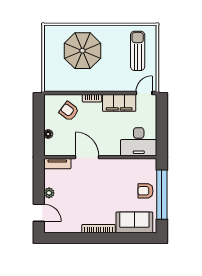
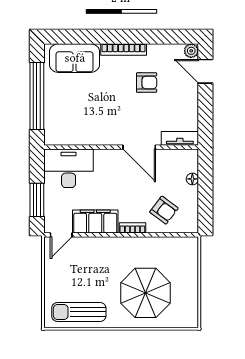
sun lounger: (138, 51) -> (79, 312), moved, turned 90
window: (162, 119) -> (37, 200), added
armchair: (145, 191) -> (147, 83), moved
plant: (49, 193) -> (191, 51), moved

